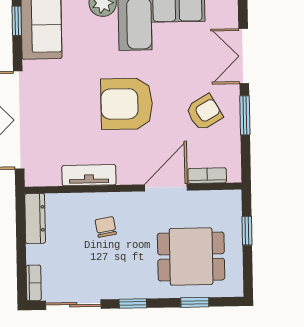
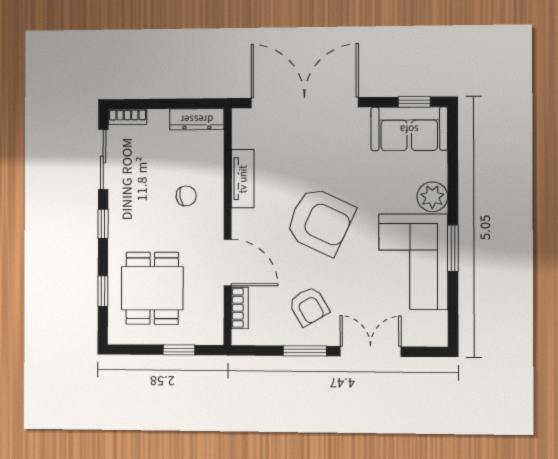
armchair: (127, 104) -> (320, 221), turned 115

